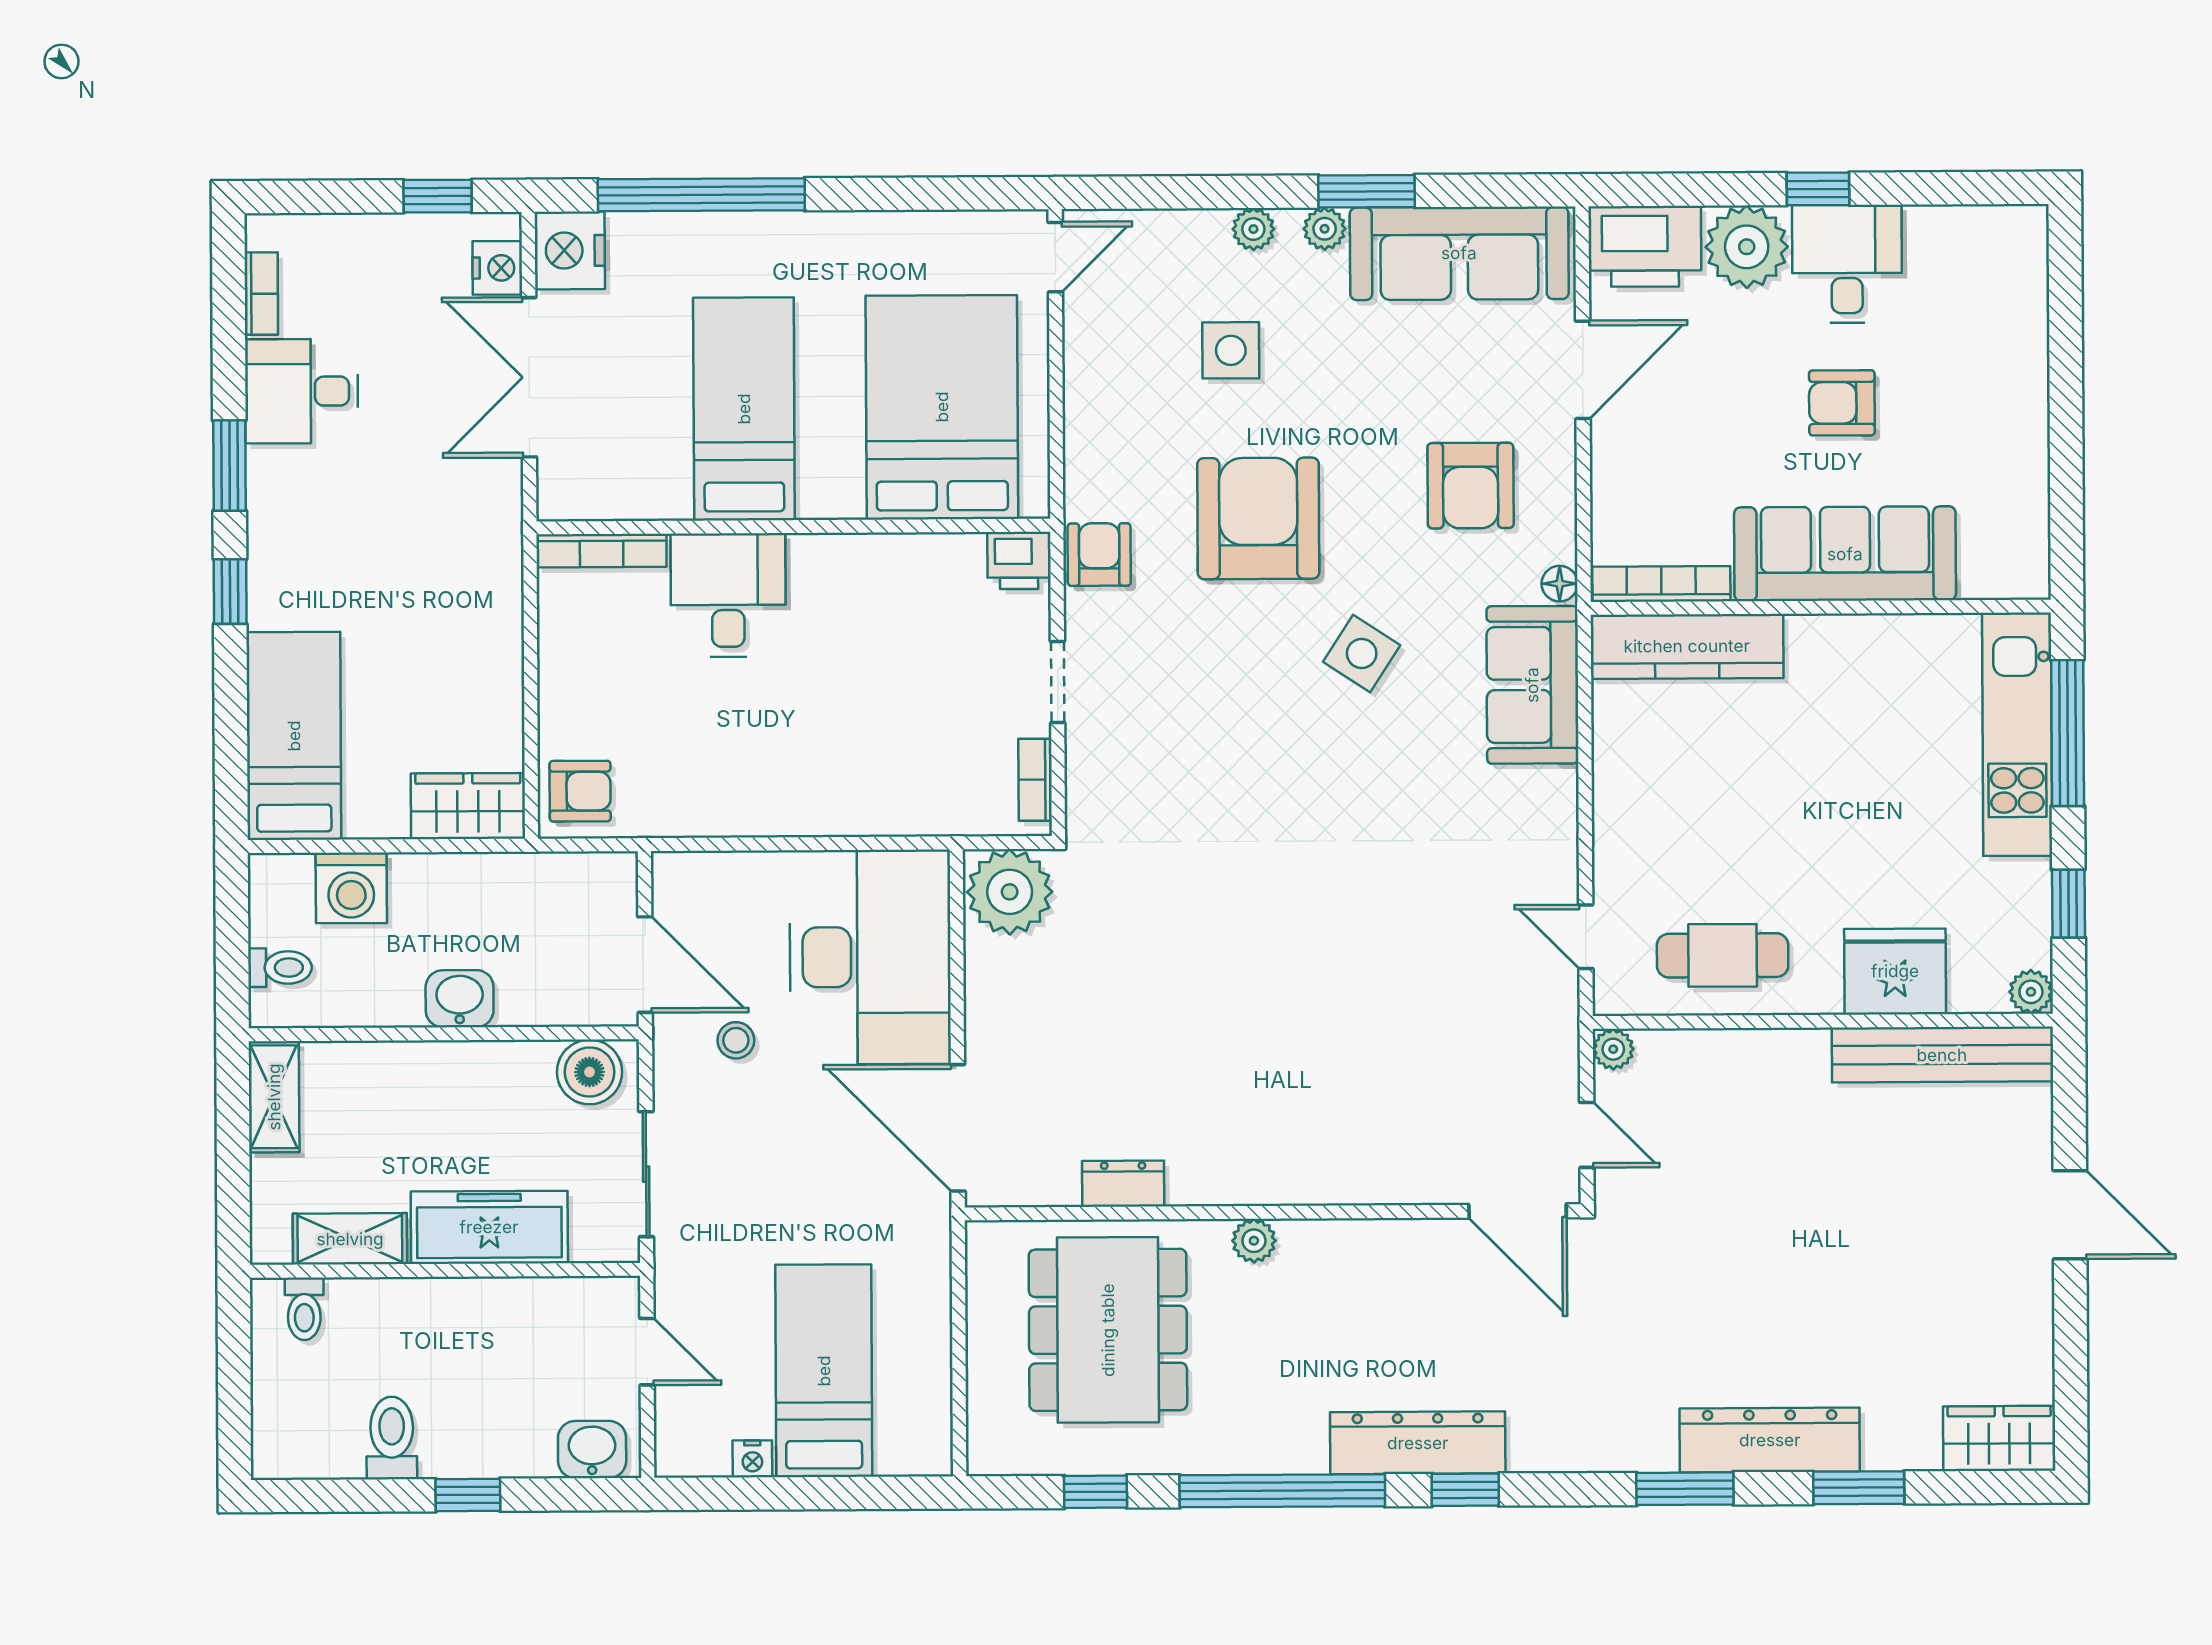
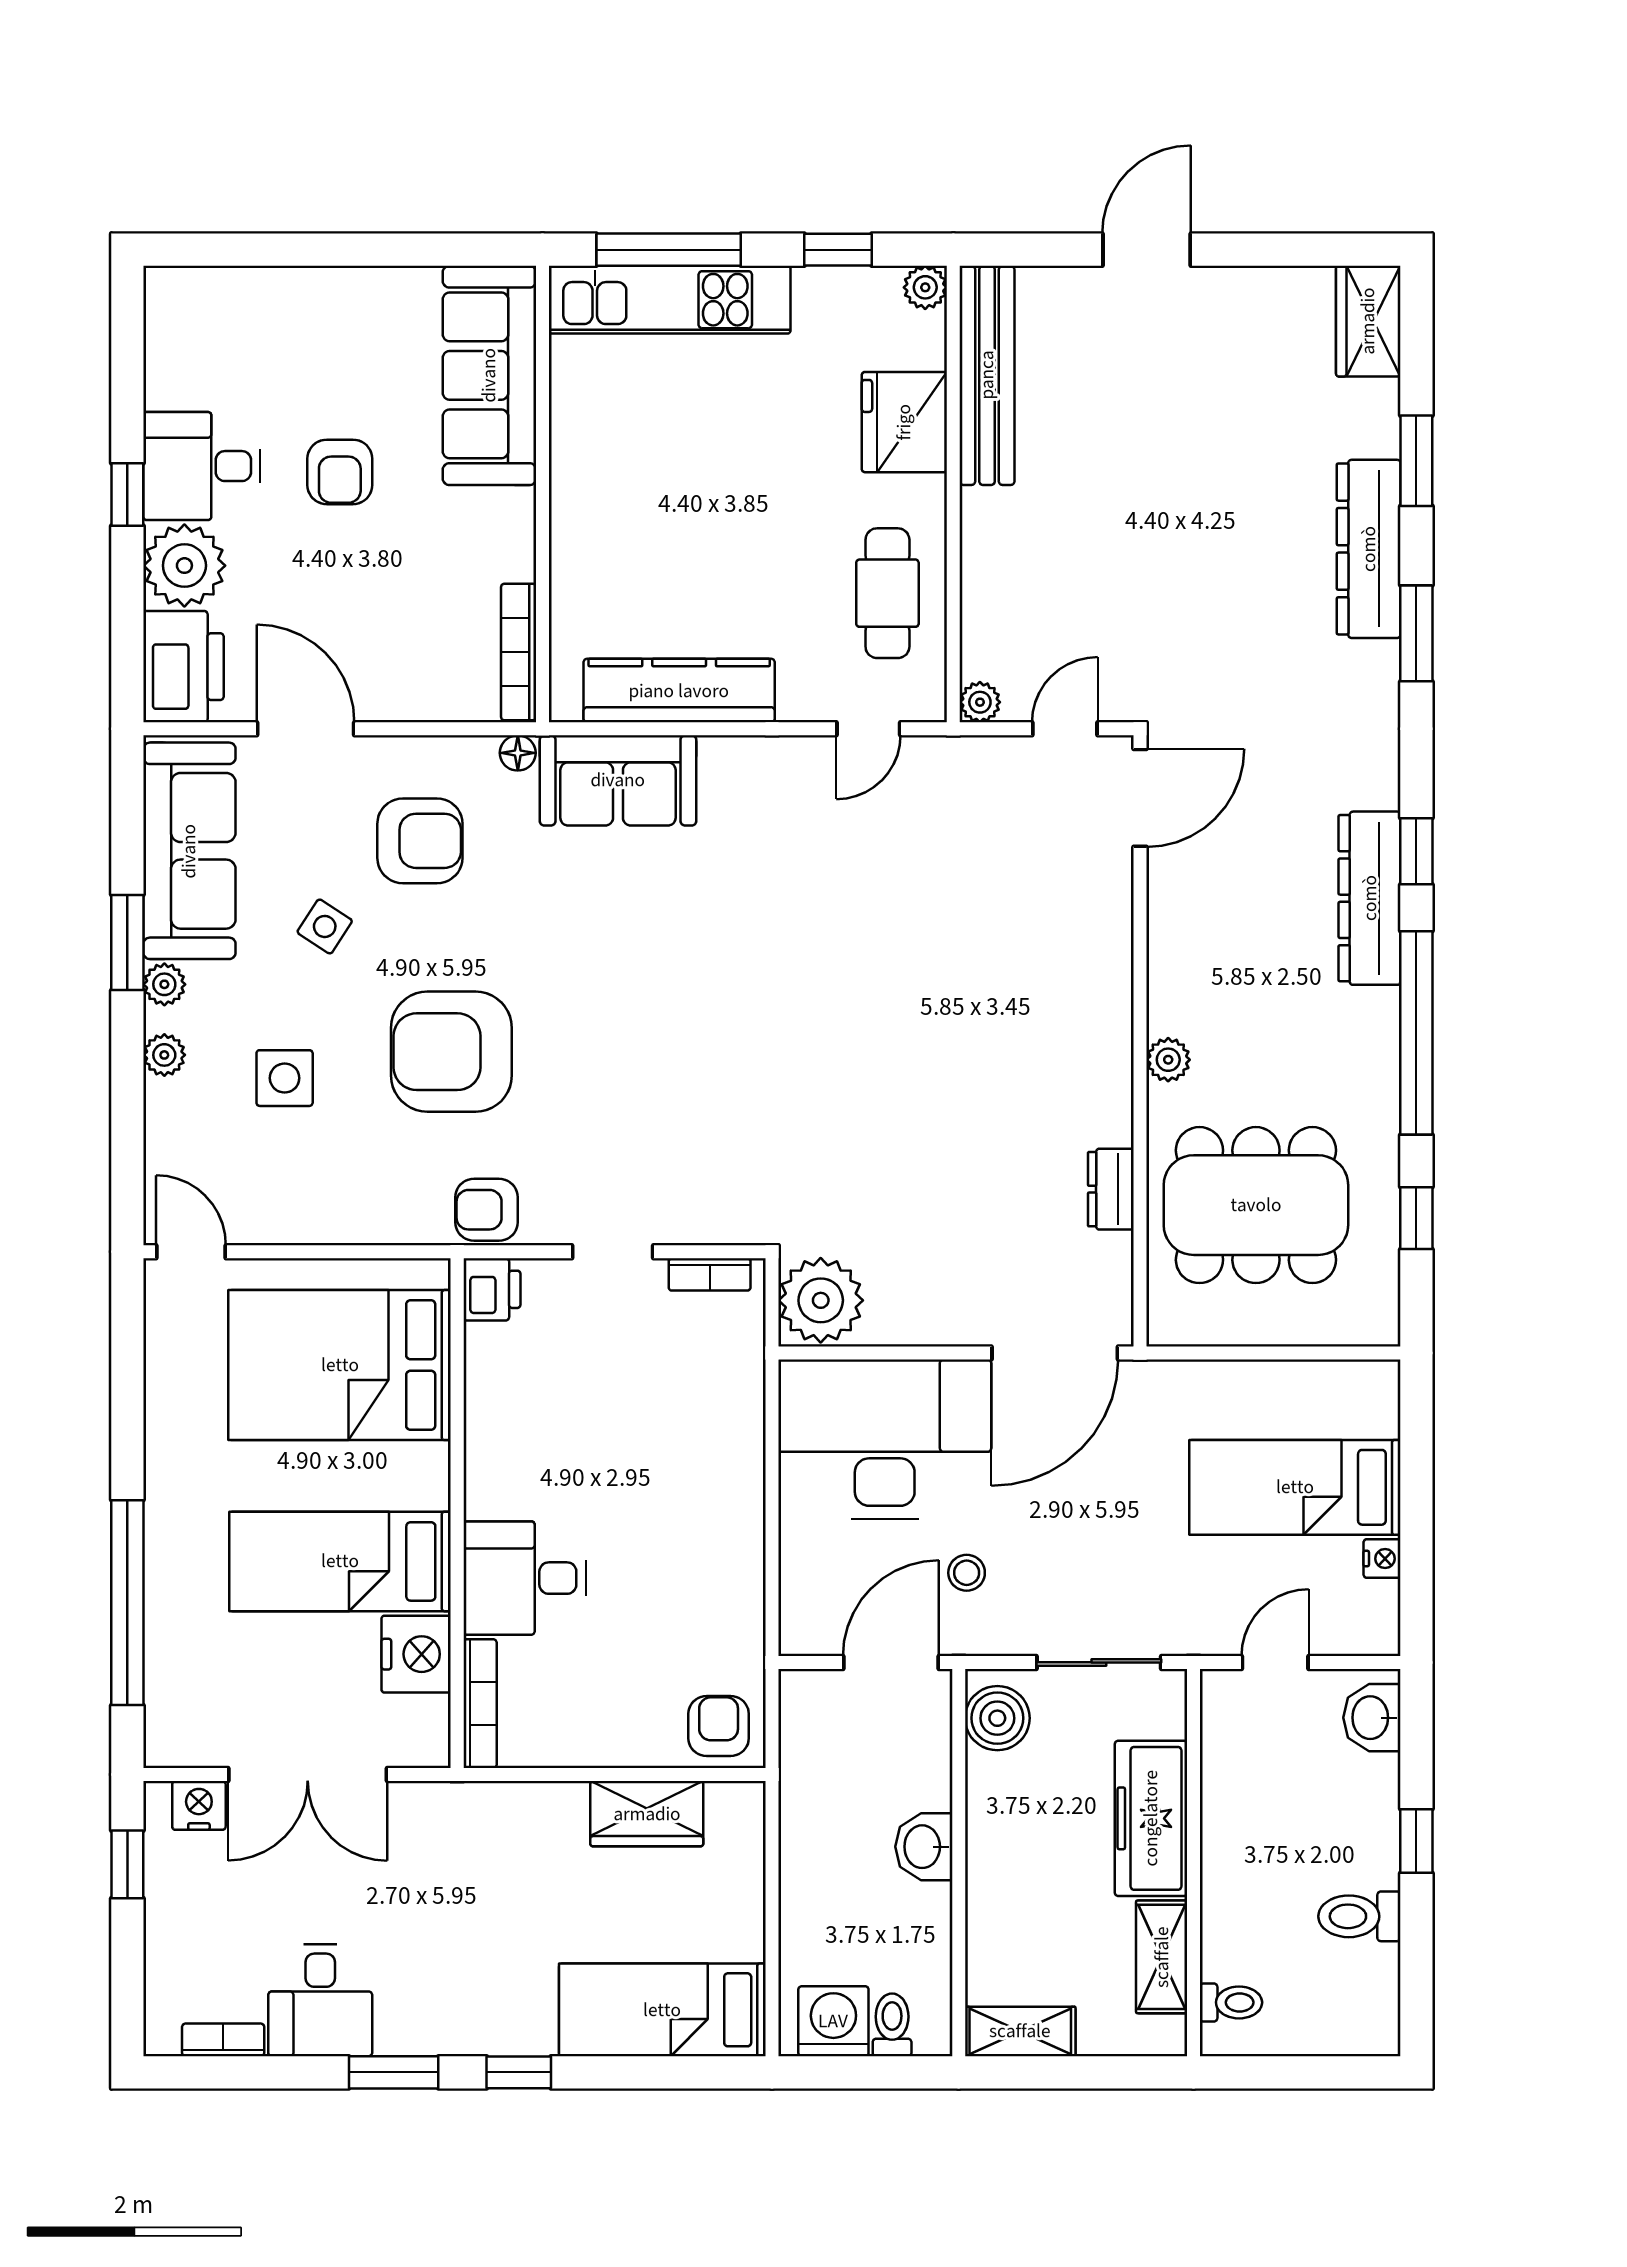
nightstand: (570, 250) -> (416, 1654), moved, turned -90
sofa: (1845, 554) -> (489, 375), moved
kitchen counter: (1687, 646) -> (679, 691), moved, turned -90
side table: (1362, 653) -> (325, 926), moved, width x0.73, depth x0.73
wardrobe: (468, 806) -> (647, 1814), moved, turned -90
washing machine: (351, 888) -> (833, 2021), moved, turned -90

